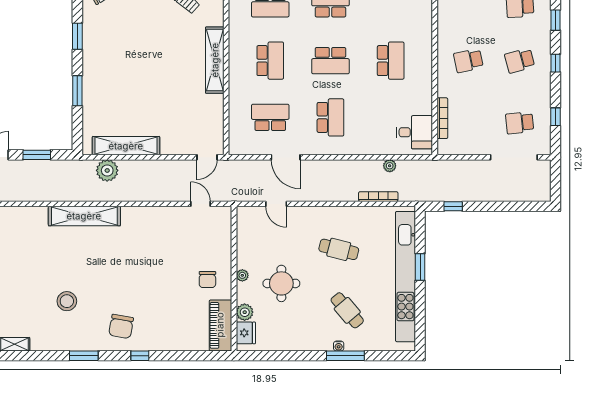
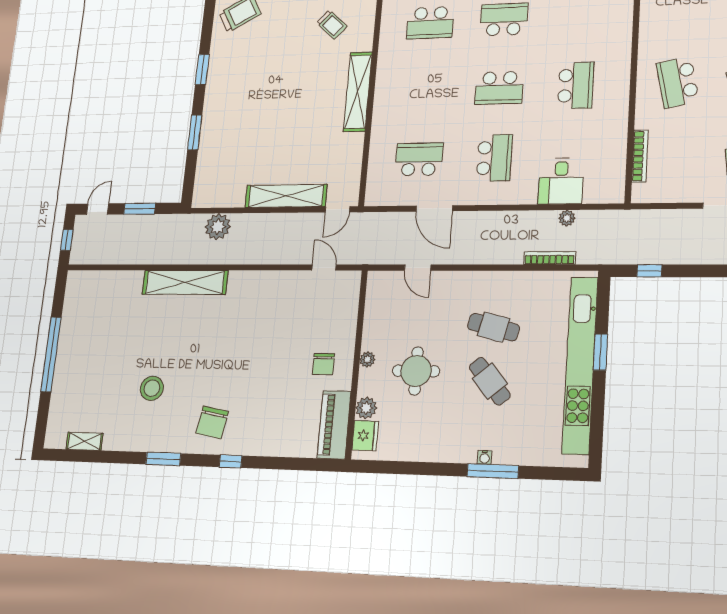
school desk: (270, 61) -> (425, 90), removed
school desk: (468, 61) -> (678, 82), width x1.85
desk: (414, 132) -> (561, 181), moved, turned 90
shelving: (126, 146) -> (286, 196), moved
cafe table: (347, 310) -> (490, 381), moved

